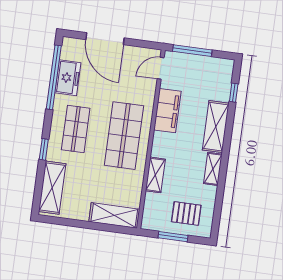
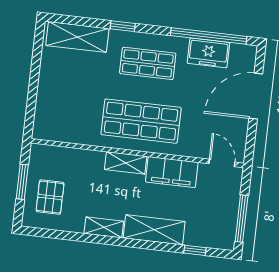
window: (192, 51) -> (242, 219), moved
shelving: (155, 175) -> (126, 163), moved
shelving: (114, 215) -> (46, 111), removed

